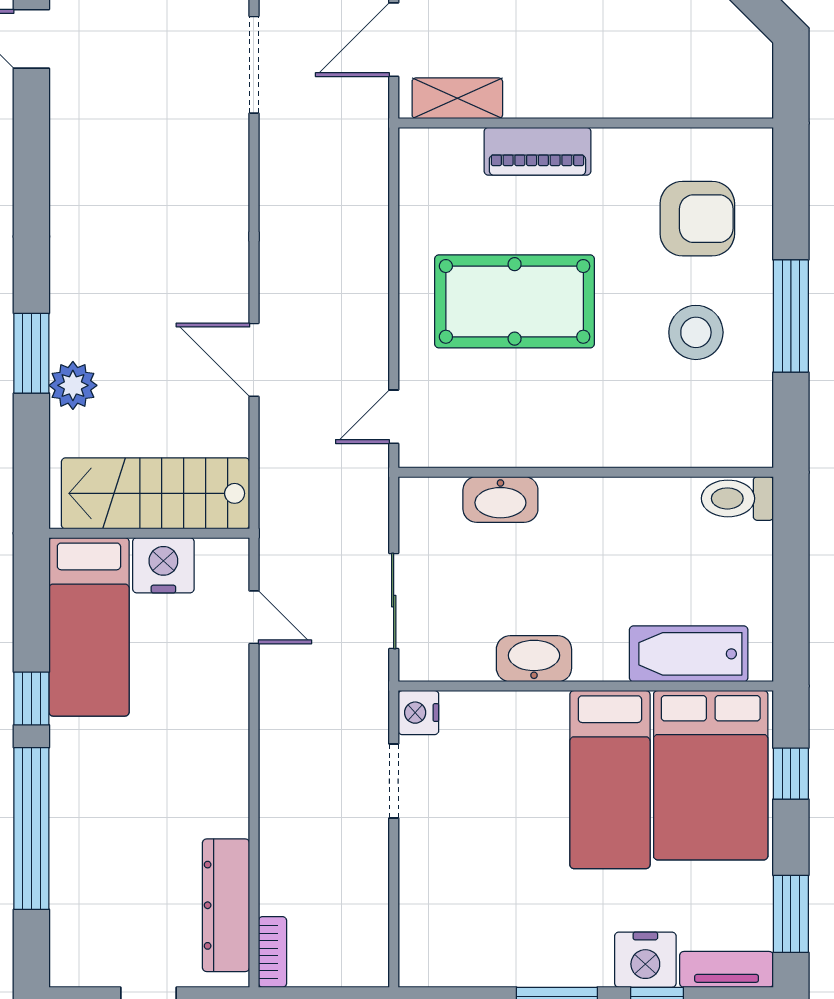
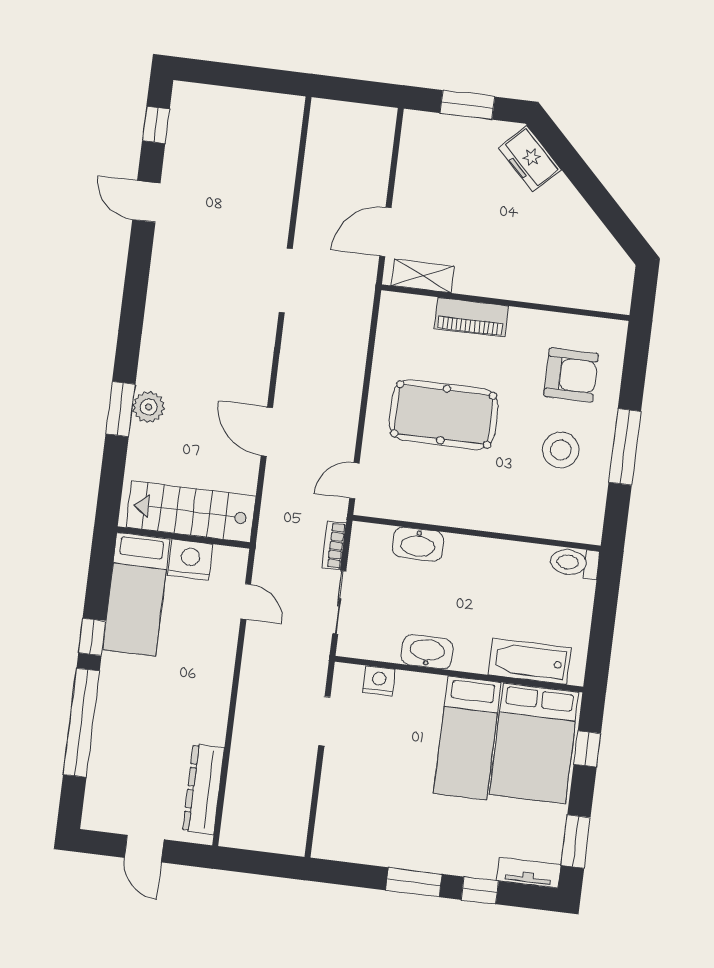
doorway: (254, 65) -> (286, 280), moved
plant: (73, 385) -> (149, 407), moved
nightstand: (418, 713) -> (379, 681), moved, turned 90
bookcase: (273, 952) -> (334, 545), moved, turned 180
nightstand: (645, 960) -> (476, 860), removed

